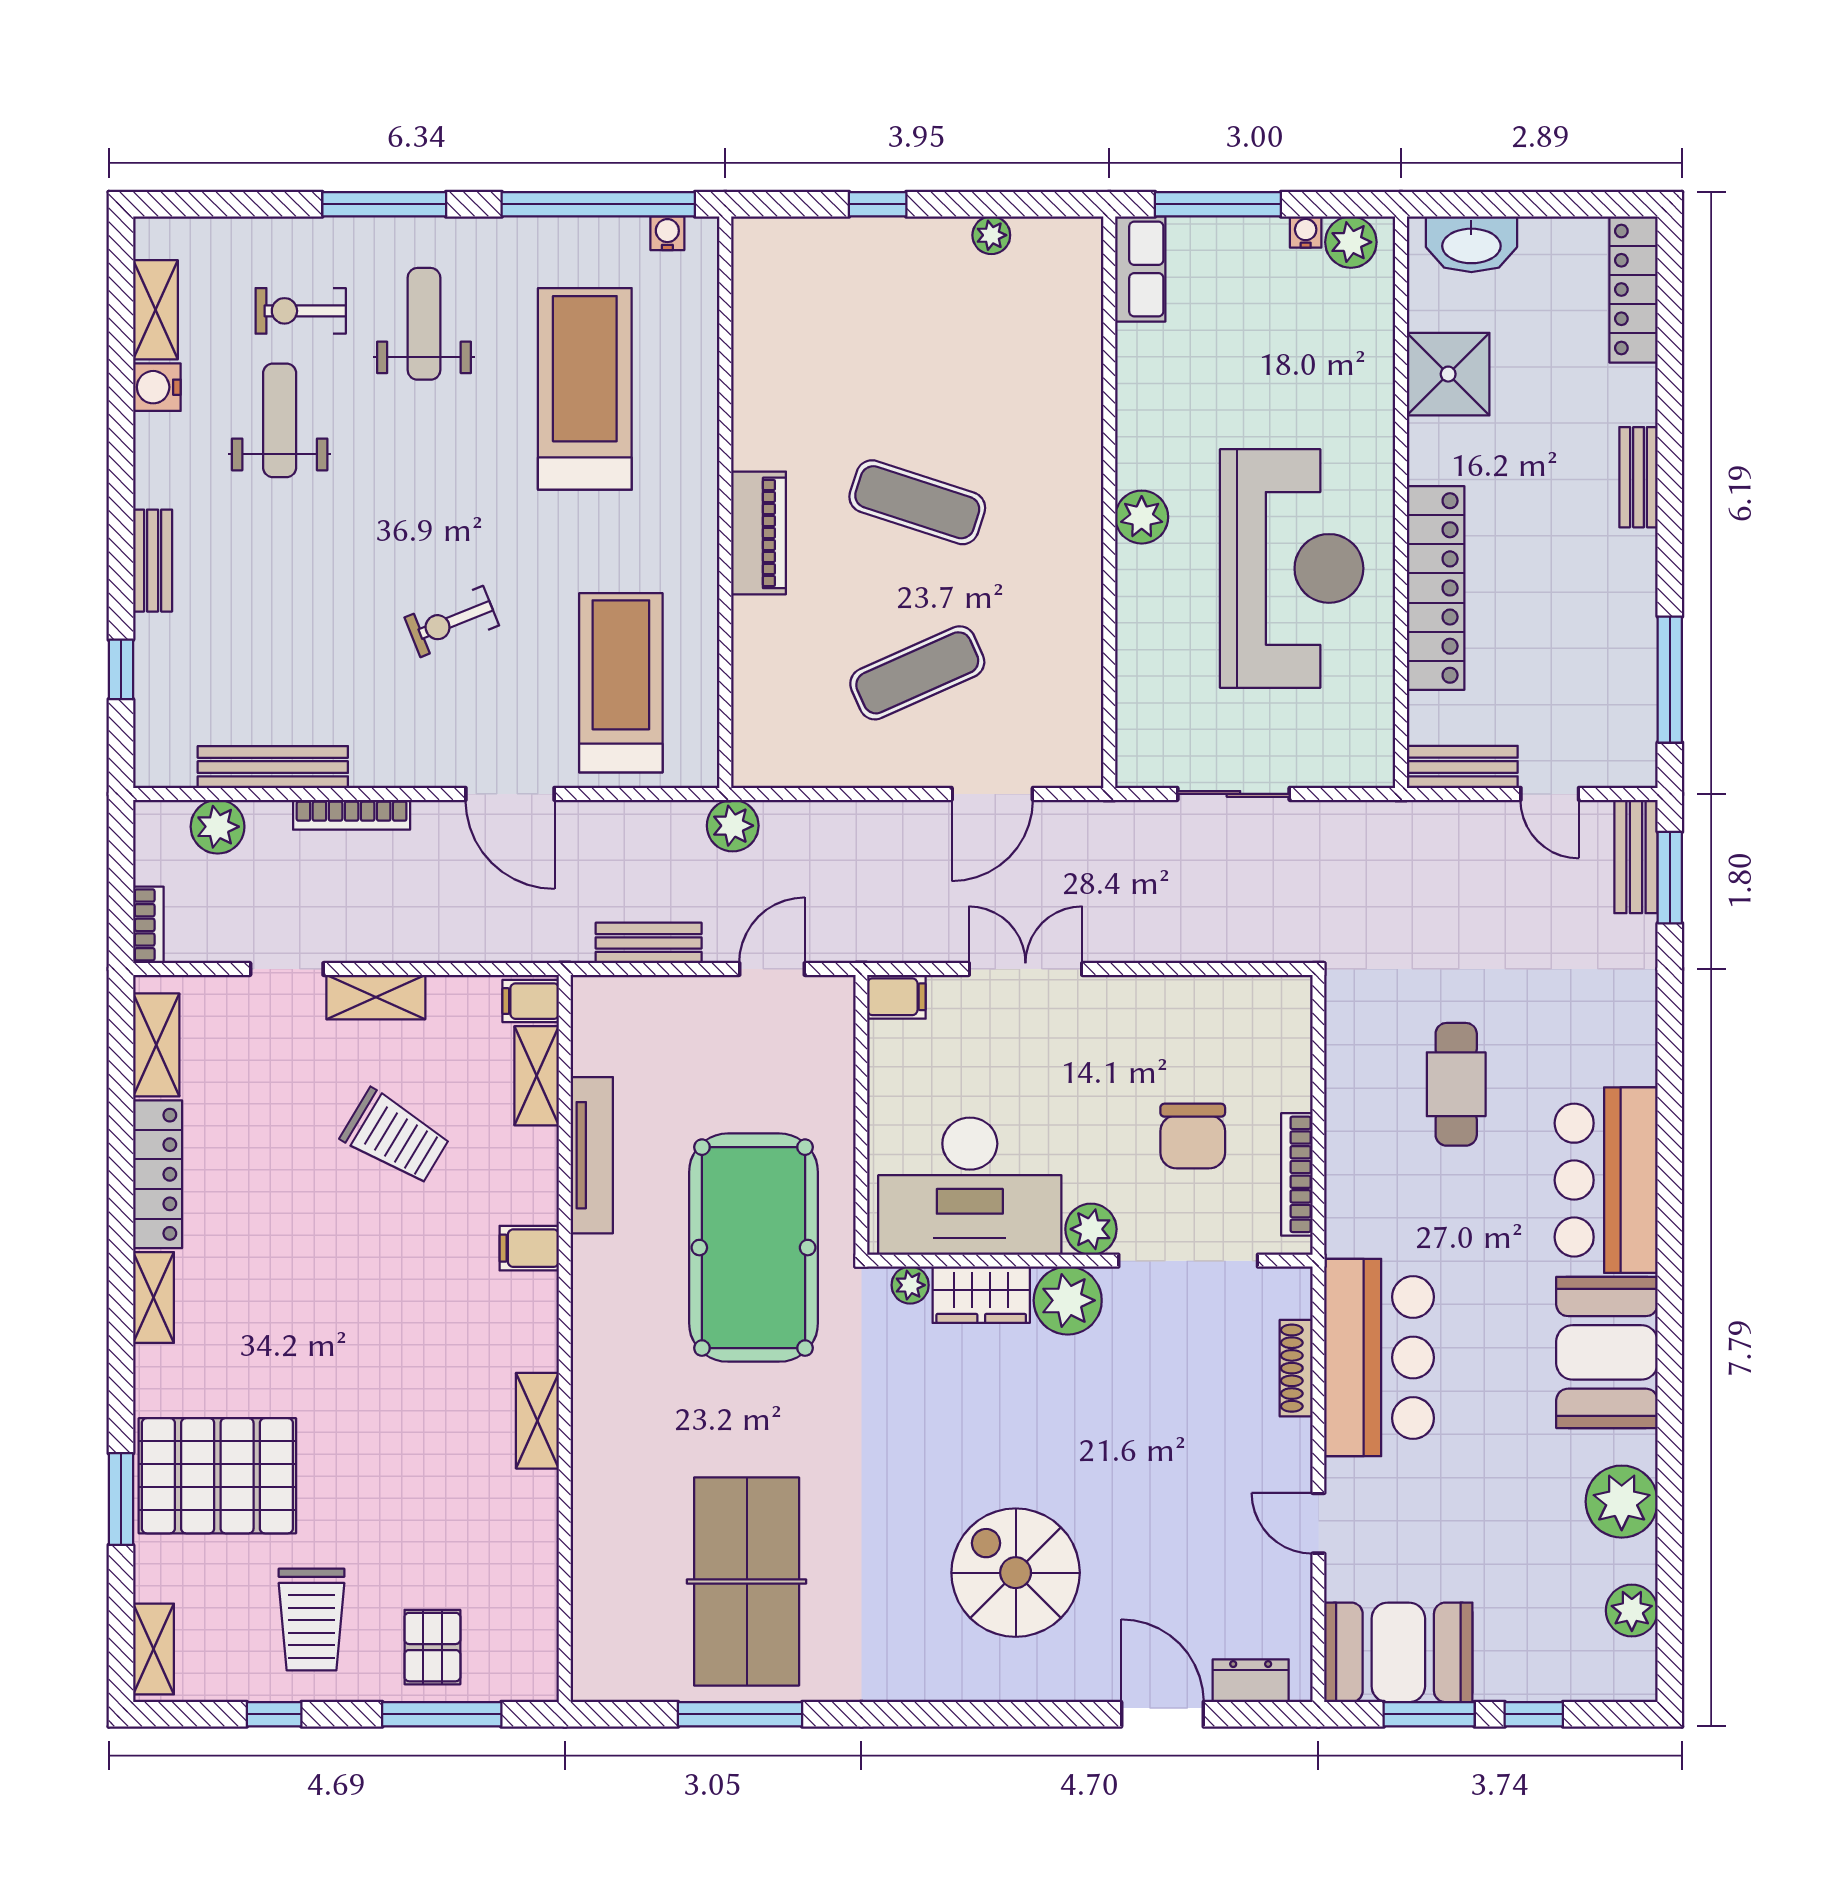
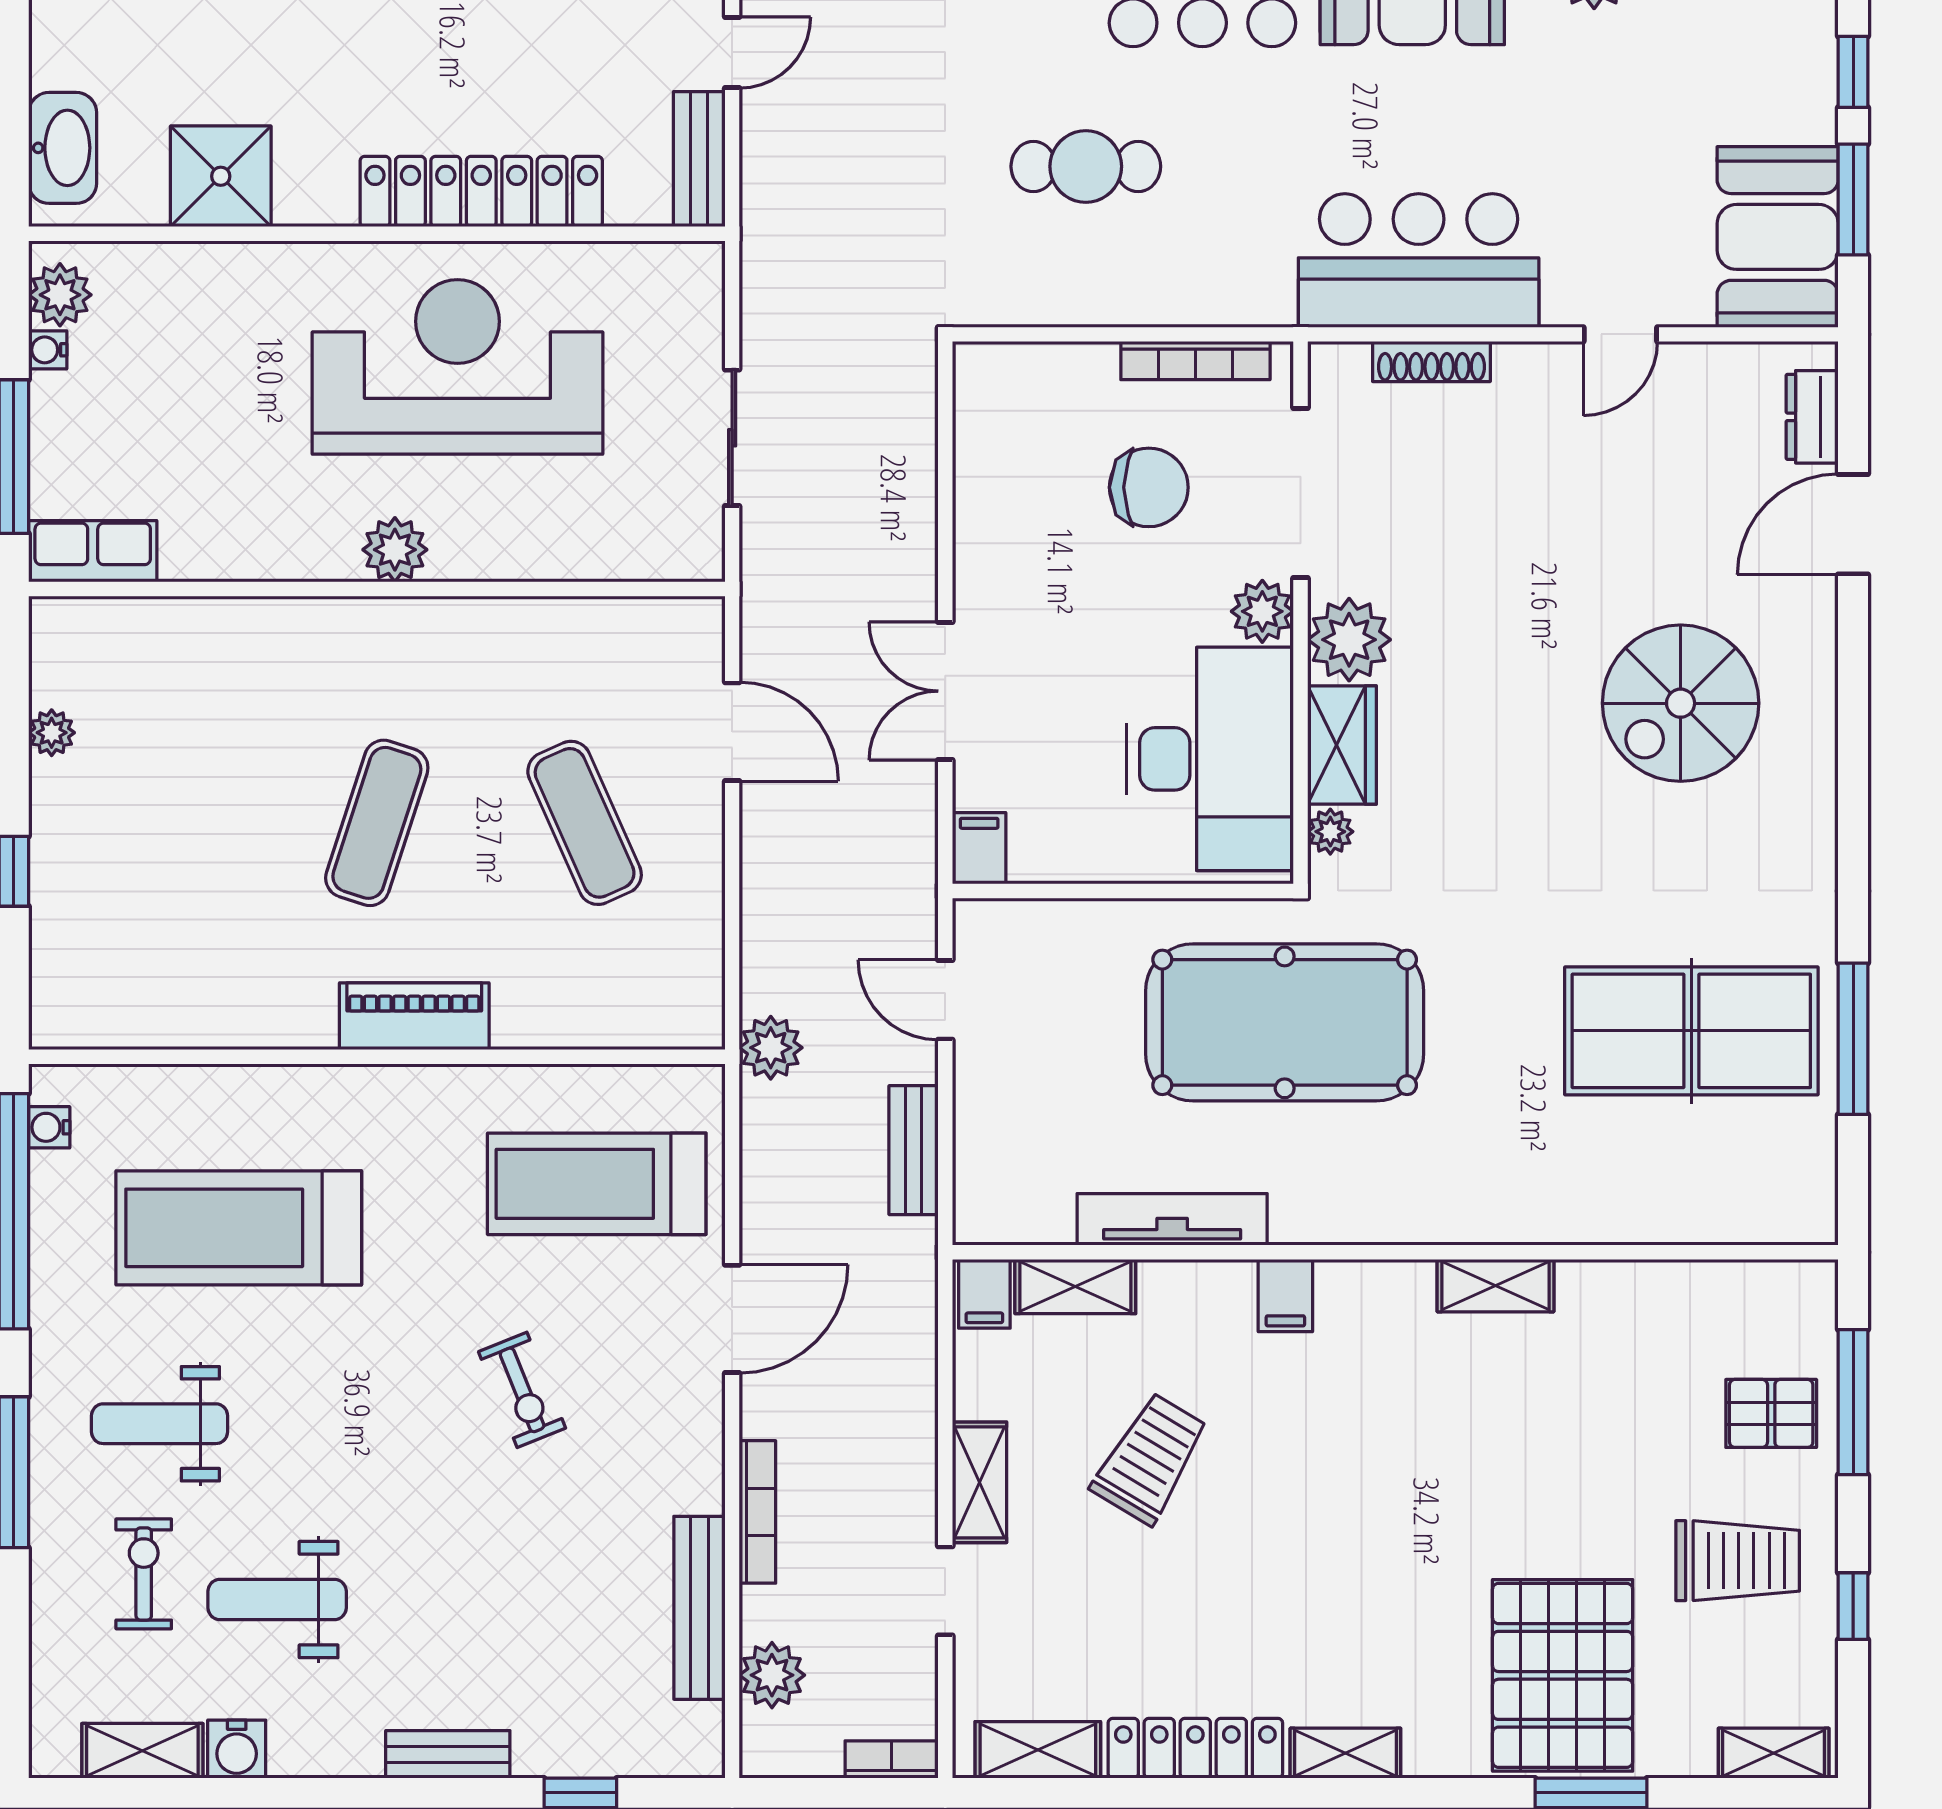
exercise bike: (301, 311) -> (144, 1574), turned 180

